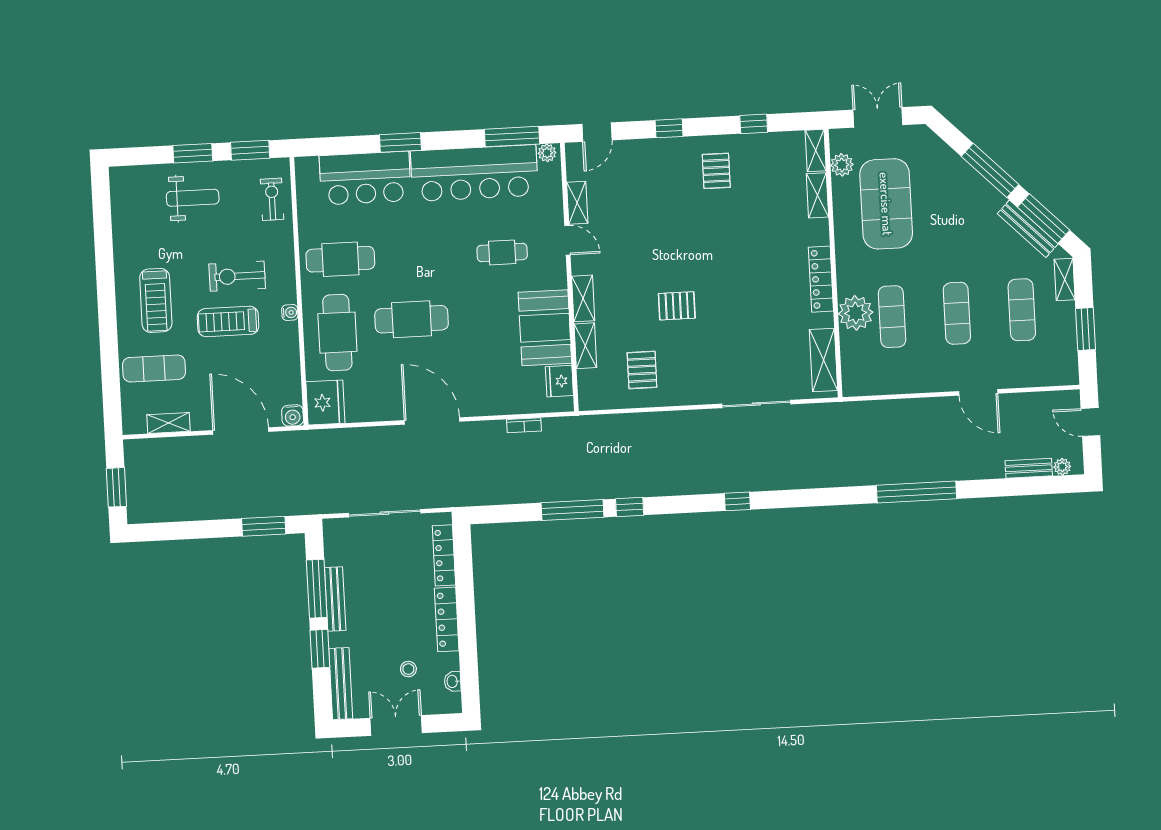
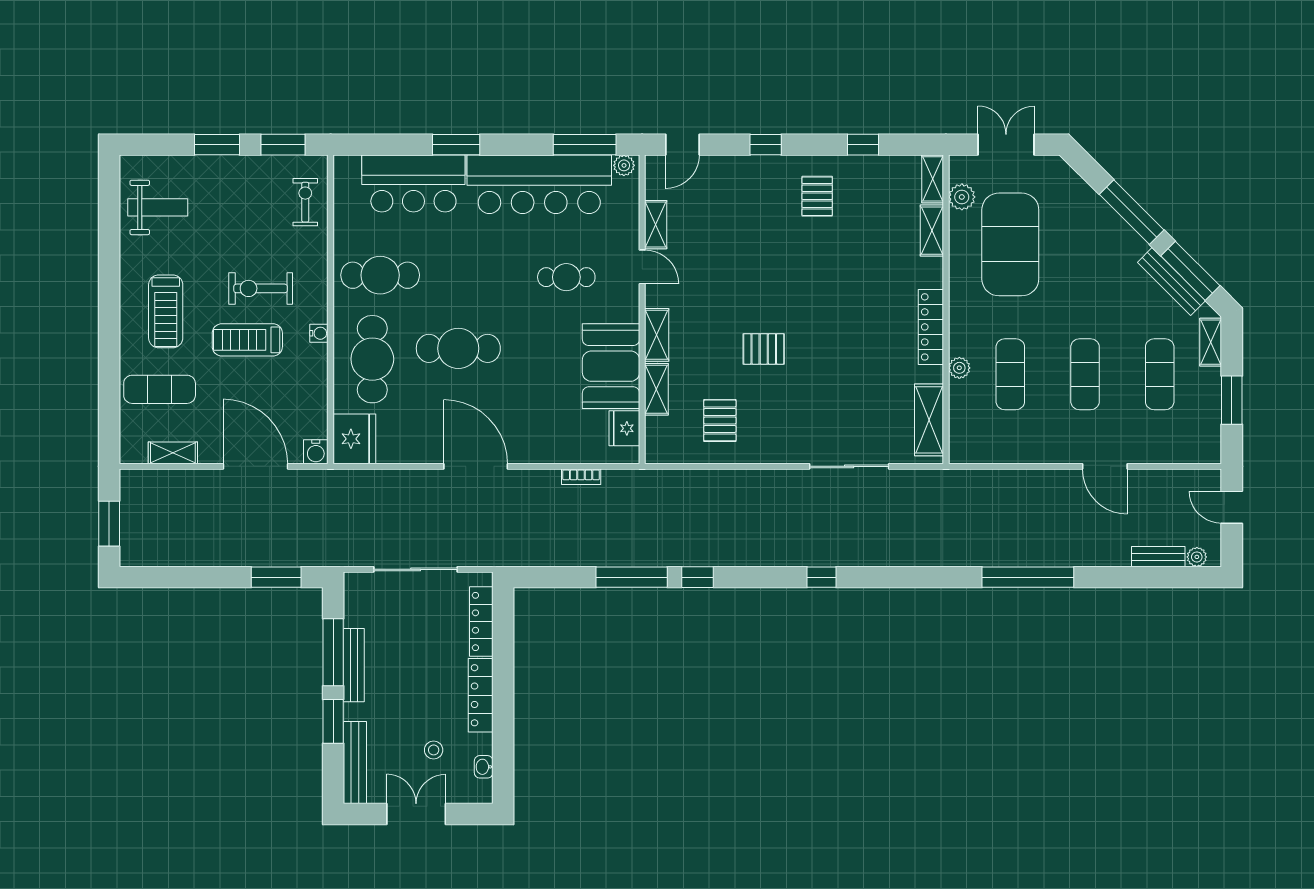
weight bench: (193, 198) -> (158, 207), moved
plant: (856, 313) -> (959, 368), width x0.53, depth x0.53

